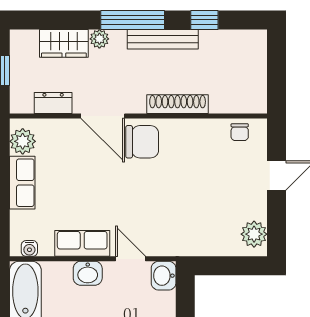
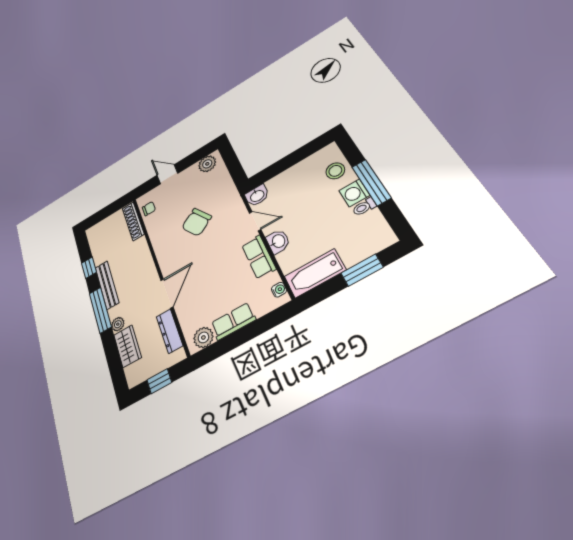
dresser: (53, 103) -> (169, 331), width x1.44
shoe rack: (178, 104) -> (133, 221), moved
chair: (142, 142) -> (197, 222), moved, turned -123
door: (131, 259) -> (255, 221), swing flipped

